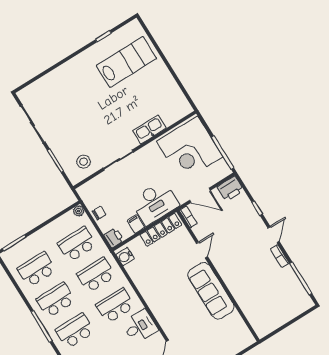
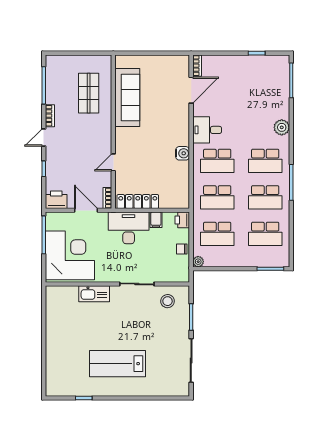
lab bench: (127, 62) -> (117, 364), moved
water cooler: (125, 257) -> (183, 153), moved
sofa: (211, 291) -> (127, 97), moved
shop shelf: (259, 295) -> (89, 93), added

